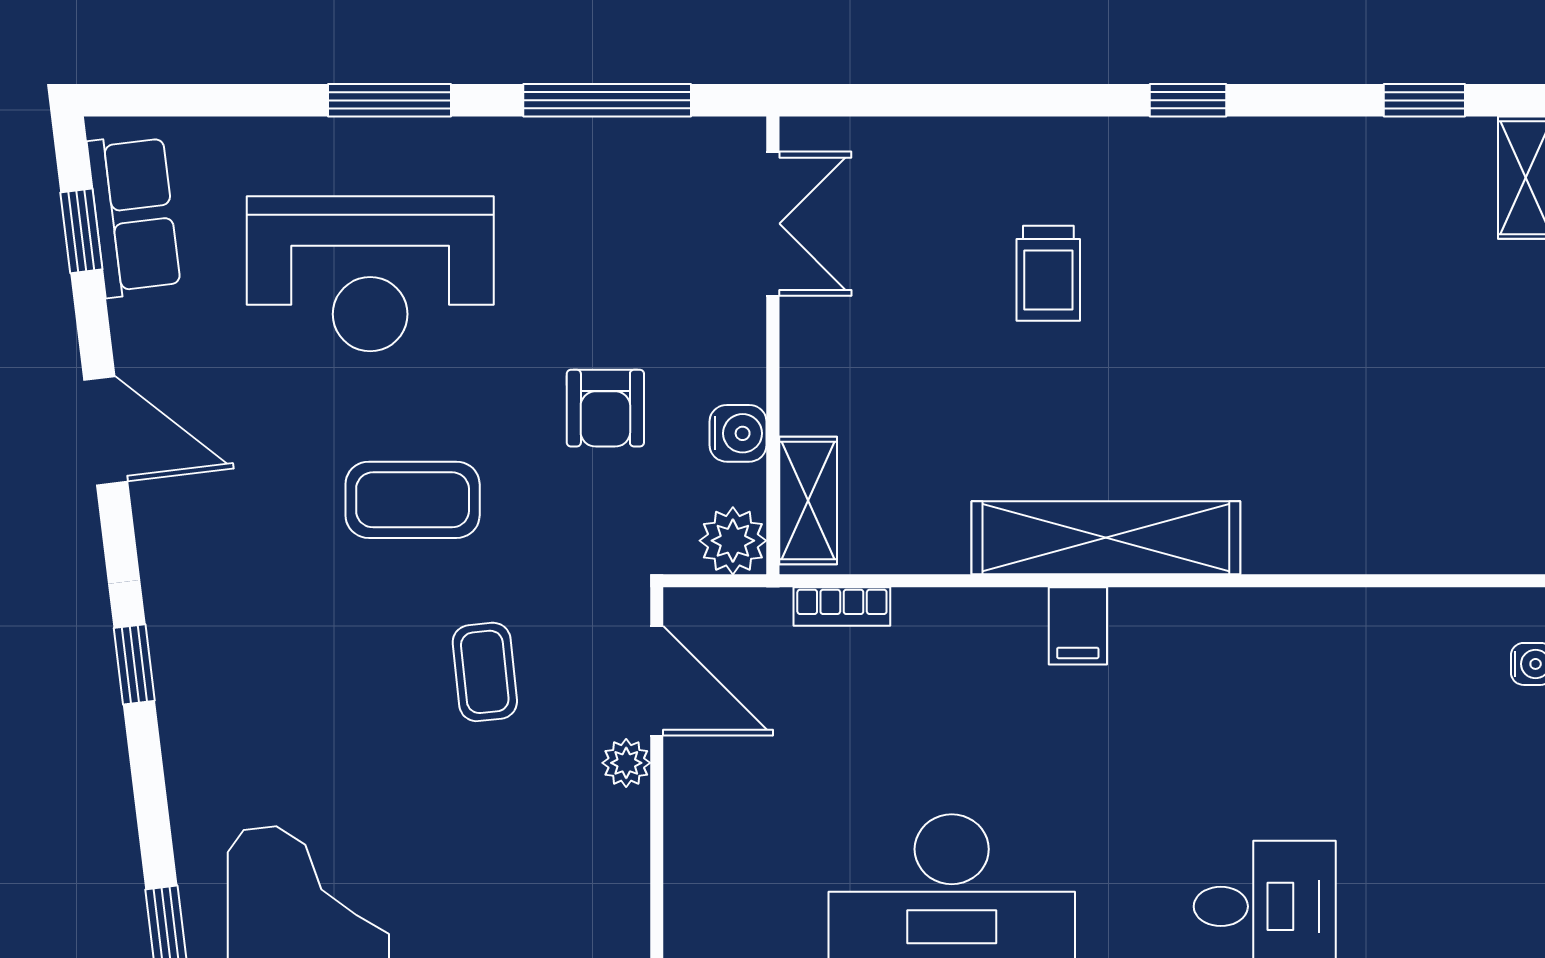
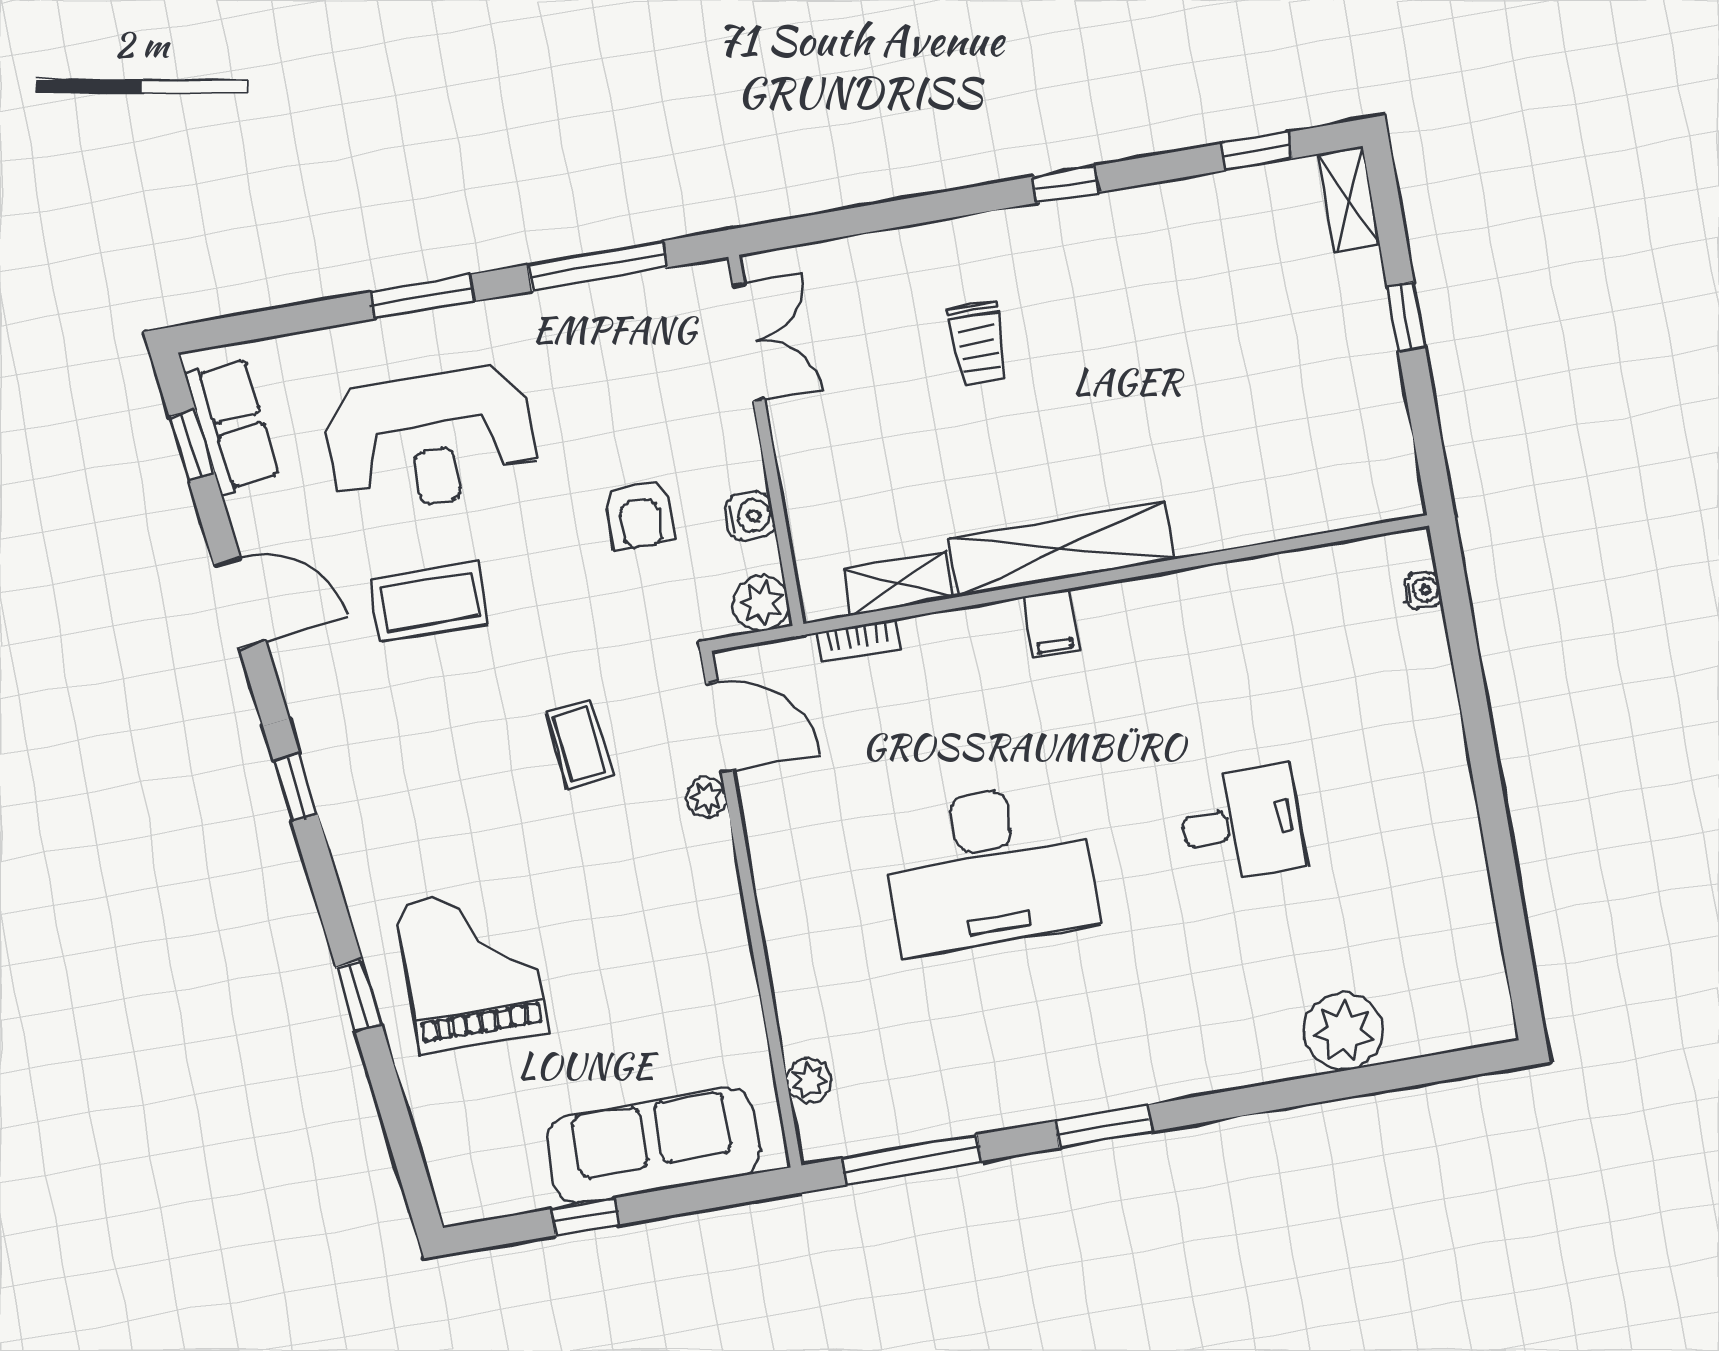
coffee table: (413, 500) -> (429, 602), moved
shelving: (808, 501) -> (899, 584), moved, turned 90

